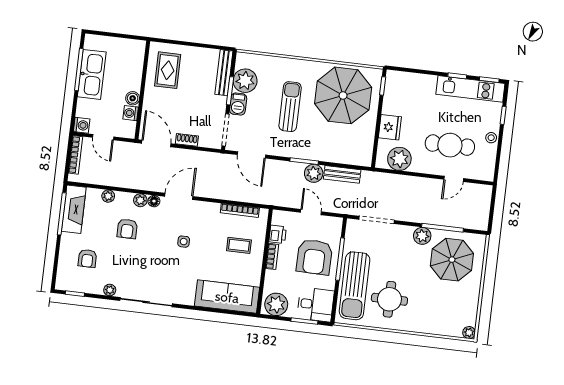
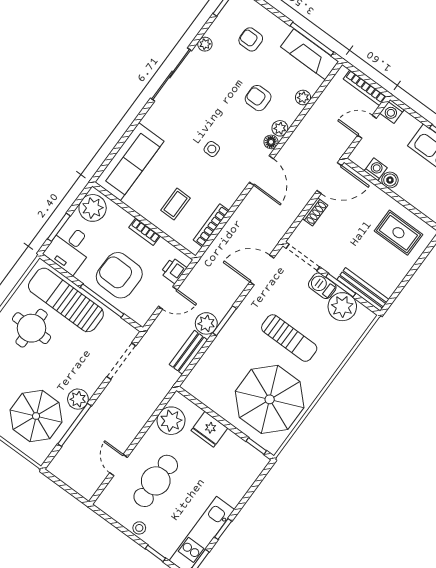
printer: (278, 234) -> (174, 270), moved, turned 90

